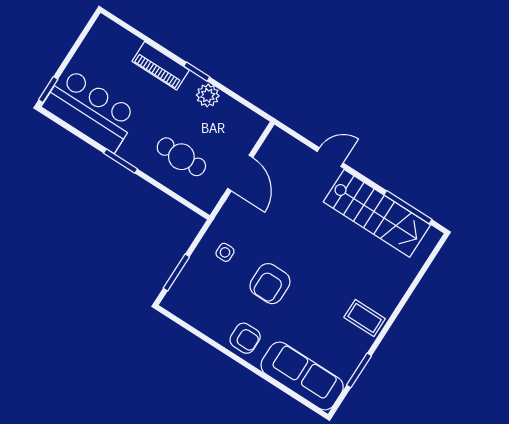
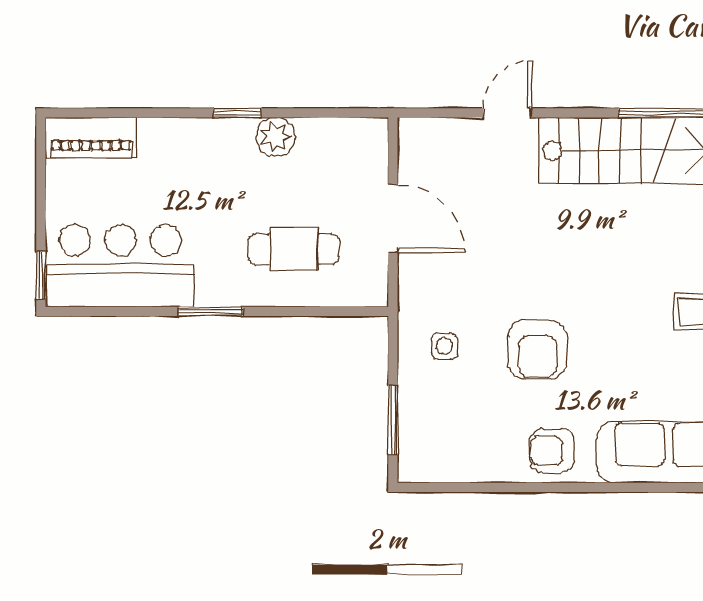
piano: (161, 66) -> (91, 138), moved
armchair: (245, 338) -> (552, 451), turned 180

